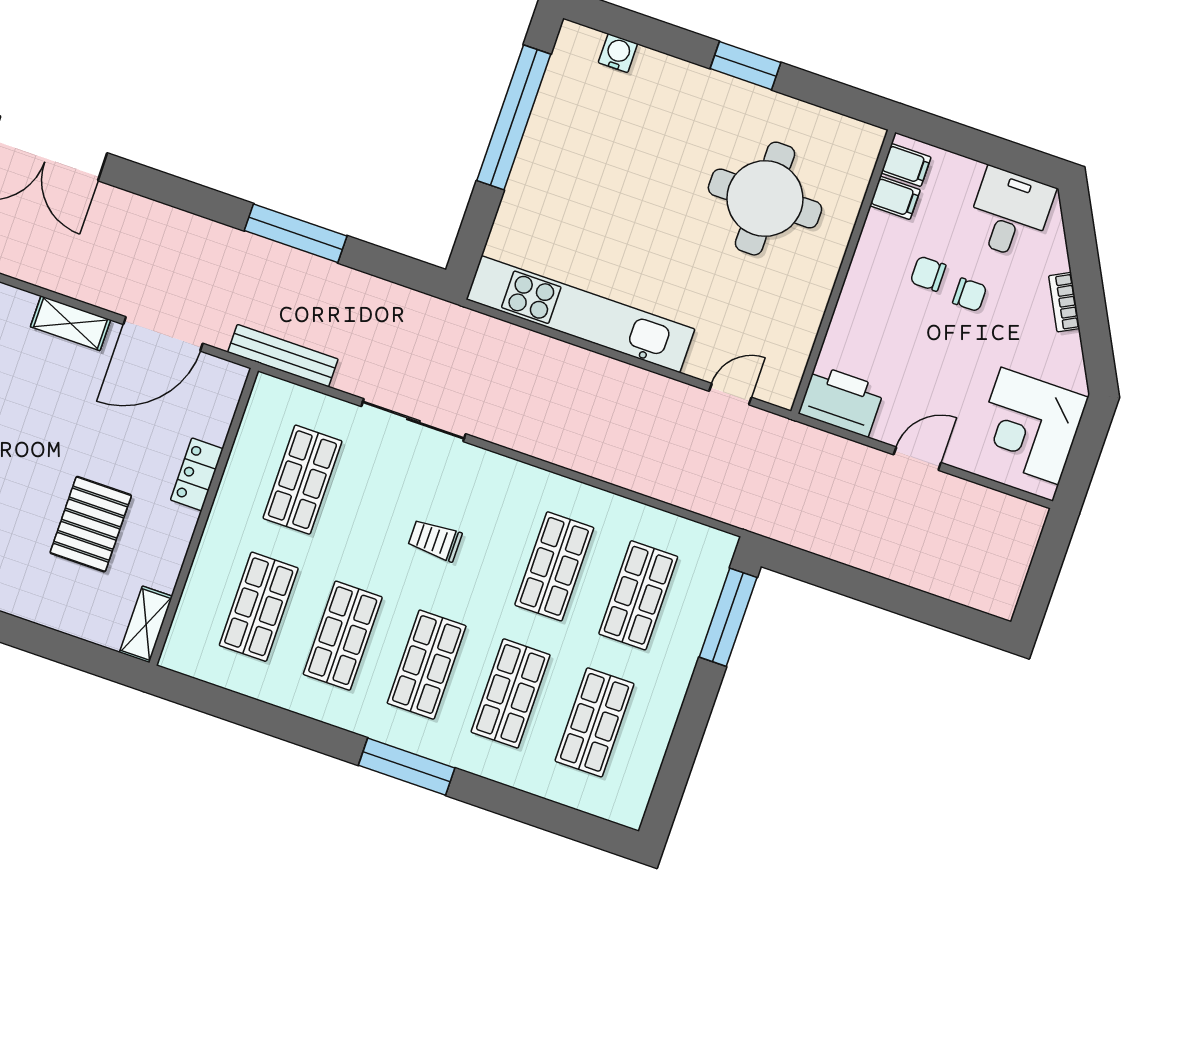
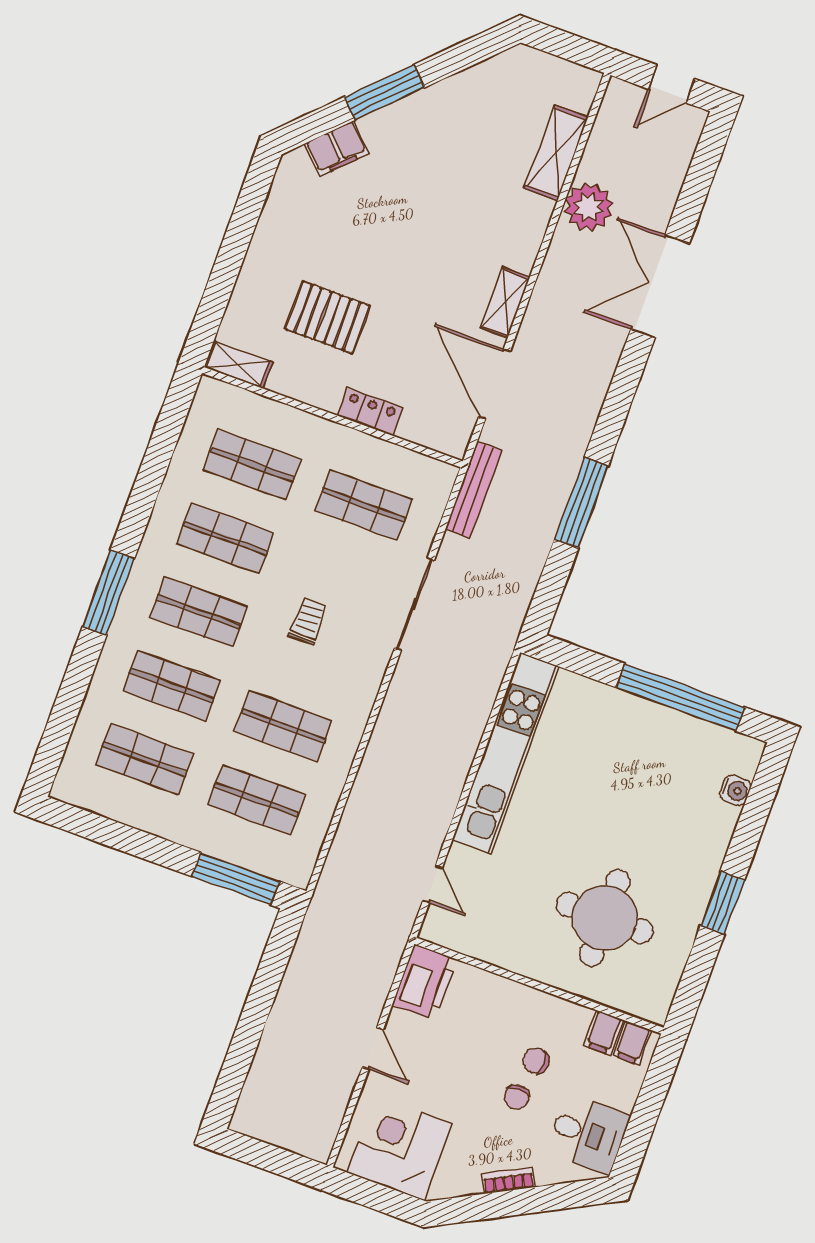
chair: (928, 274) -> (536, 1061), turned -90

